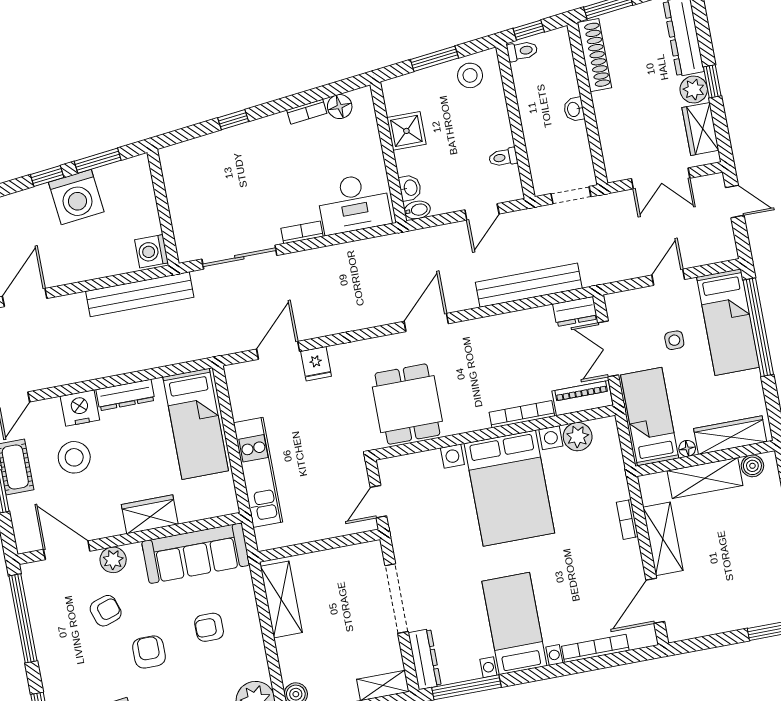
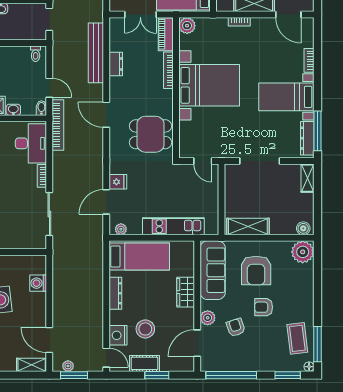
toilet: (503, 157) -> (36, 54), moved
washbasin: (410, 188) -> (13, 110), moved
door: (482, 212) -> (49, 88), moved
bookcase: (394, 243) -> (58, 125), added
washing machine: (151, 251) -> (38, 283), moved, turned 90
bench: (140, 294) -> (60, 274), removed
dresser: (575, 312) -> (116, 64), moved
door: (278, 350) -> (106, 202), hinge flipped
plant: (236, 384) -> (121, 229), added
nightstand: (80, 408) -> (118, 335), moved
plant: (578, 437) -> (187, 26), moved
armchair: (209, 627) -> (256, 270), width x1.88, depth x1.88
bookcase: (595, 648) -> (309, 60), width x0.64
dresser: (425, 659) -> (307, 138), moved, turned -90

